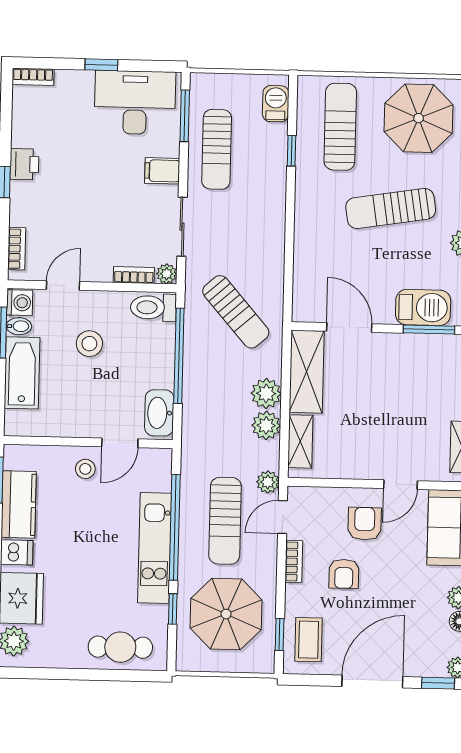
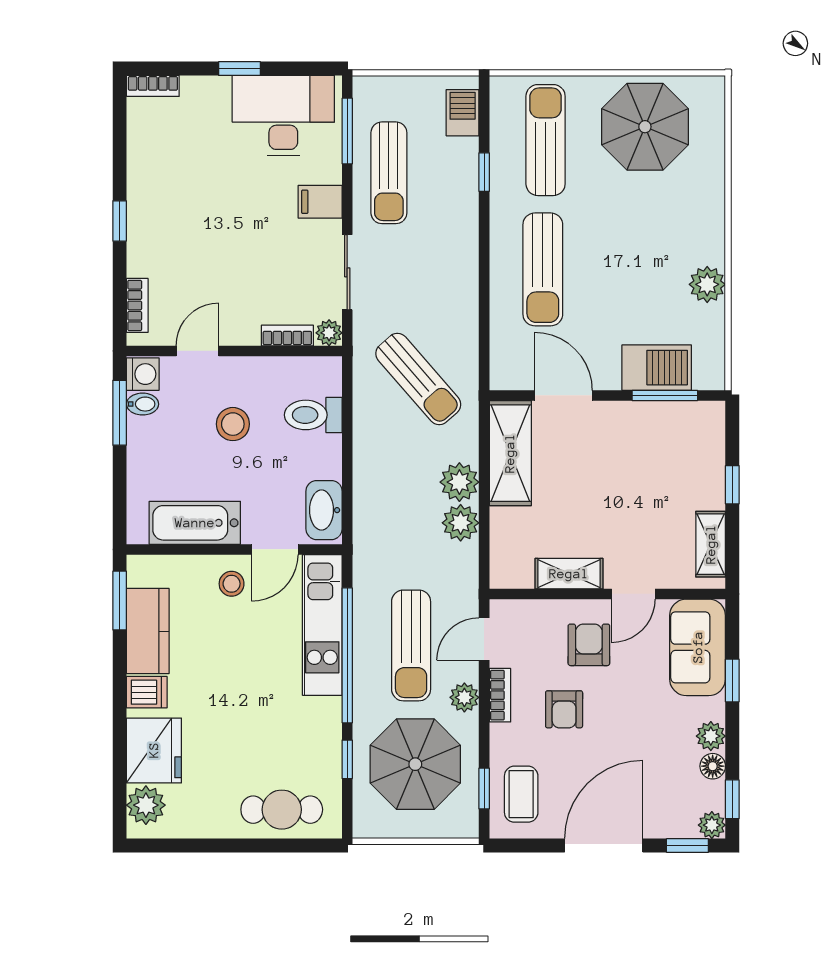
printer: (24, 164) -> (144, 198), removed
sun lounger: (391, 208) -> (543, 269), moved, turned -81
toilet: (153, 307) -> (313, 415), moved
window: (179, 356) -> (347, 437), removed
bathtub: (22, 373) -> (195, 523), moved, turned -90
shelving: (300, 441) -> (569, 574), moved, turned 90
plant: (268, 482) -> (464, 697), moved
kitchen unit: (155, 548) -> (322, 625), moved

